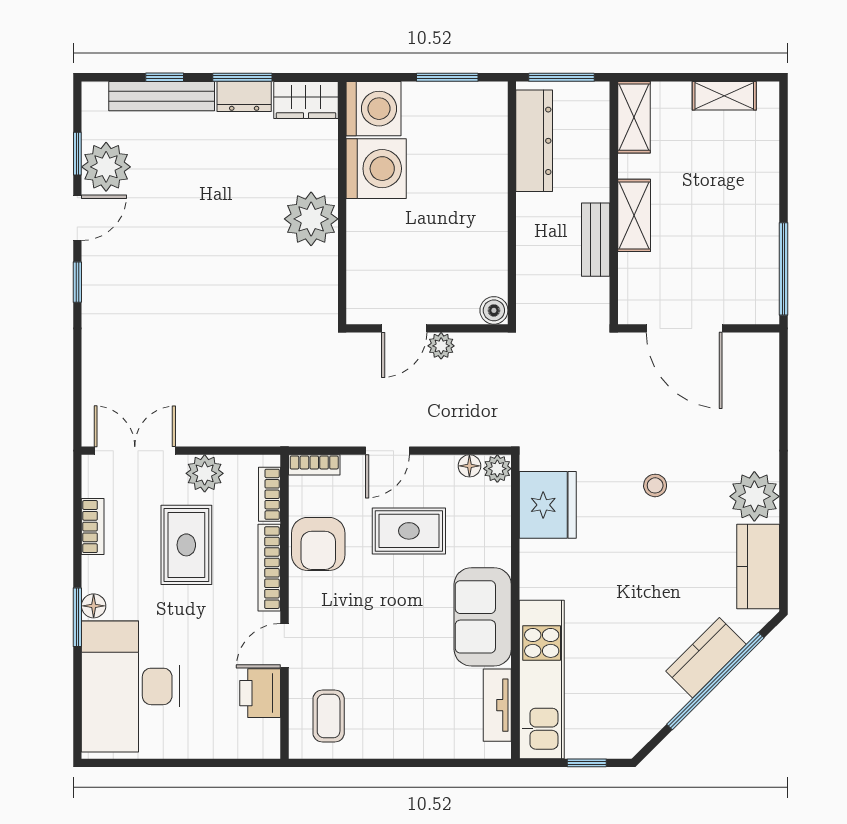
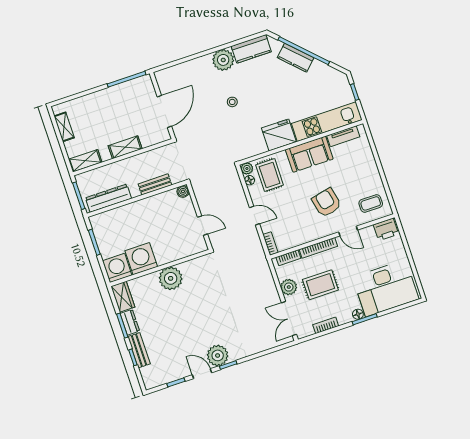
bench: (162, 96) -> (139, 350), width x0.73
plant: (106, 167) -> (218, 355), moved
bench: (596, 240) -> (155, 184), moved
plant: (441, 346) -> (205, 208), removed
fridge: (548, 505) -> (279, 135), moved
rug: (409, 531) -> (270, 175), moved
armchair: (318, 544) -> (327, 203), moved, turned -103
printer: (260, 693) -> (386, 229), moved

